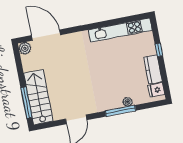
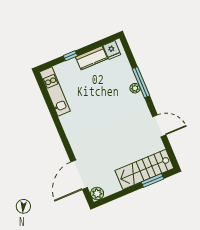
kitchen unit: (120, 30) -> (55, 92), width x0.73
plant: (128, 102) -> (135, 88), moved
window: (26, 103) -> (153, 180), width x0.69

